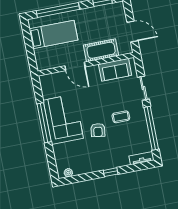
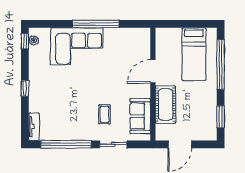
coffee table: (121, 117) -> (105, 114), moved
corner sofa: (63, 119) -> (77, 46), moved
armchair: (98, 130) -> (76, 83), removed
window: (70, 180) -> (25, 41), added

